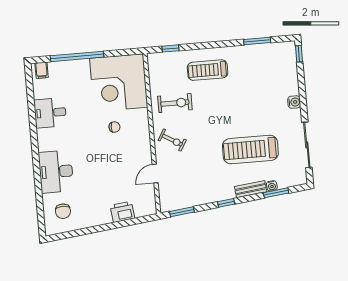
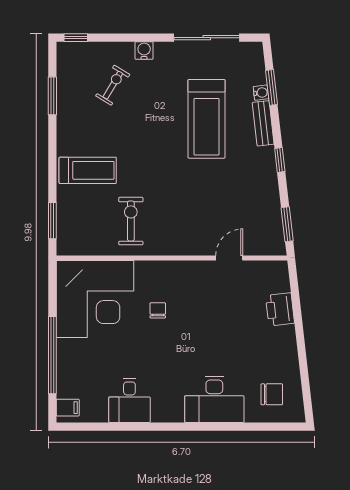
window: (170, 48) -> (52, 221), width x1.50
treadmill: (208, 70) -> (88, 170), turned -90
exercise bike: (172, 140) -> (113, 85), moved
door: (155, 174) -> (229, 258), swing flipped

